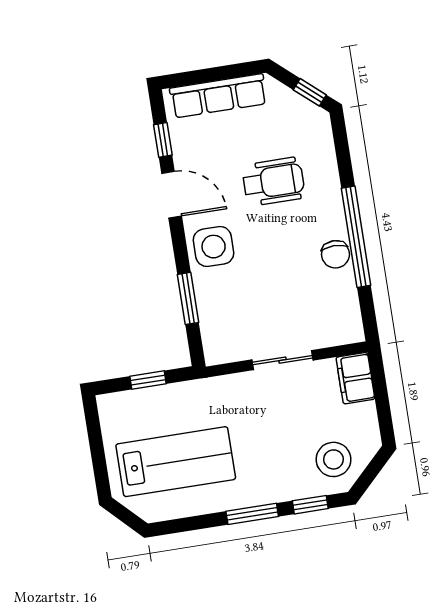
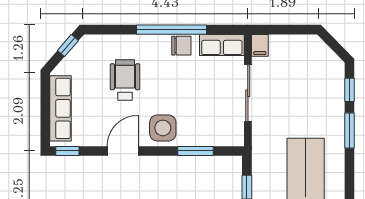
window: (163, 140) -> (67, 151), moved
row of seats: (346, 312) -> (222, 45), added
sliding door: (282, 360) -> (248, 93), width x1.37
filing cabinet: (355, 378) -> (260, 45), width x0.50
stool: (333, 459) -> (321, 69), removed

